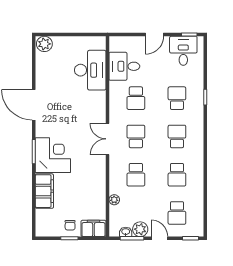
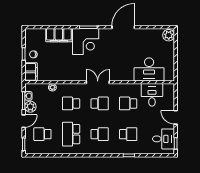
school desk: (177, 175) -> (71, 134), width x1.85

